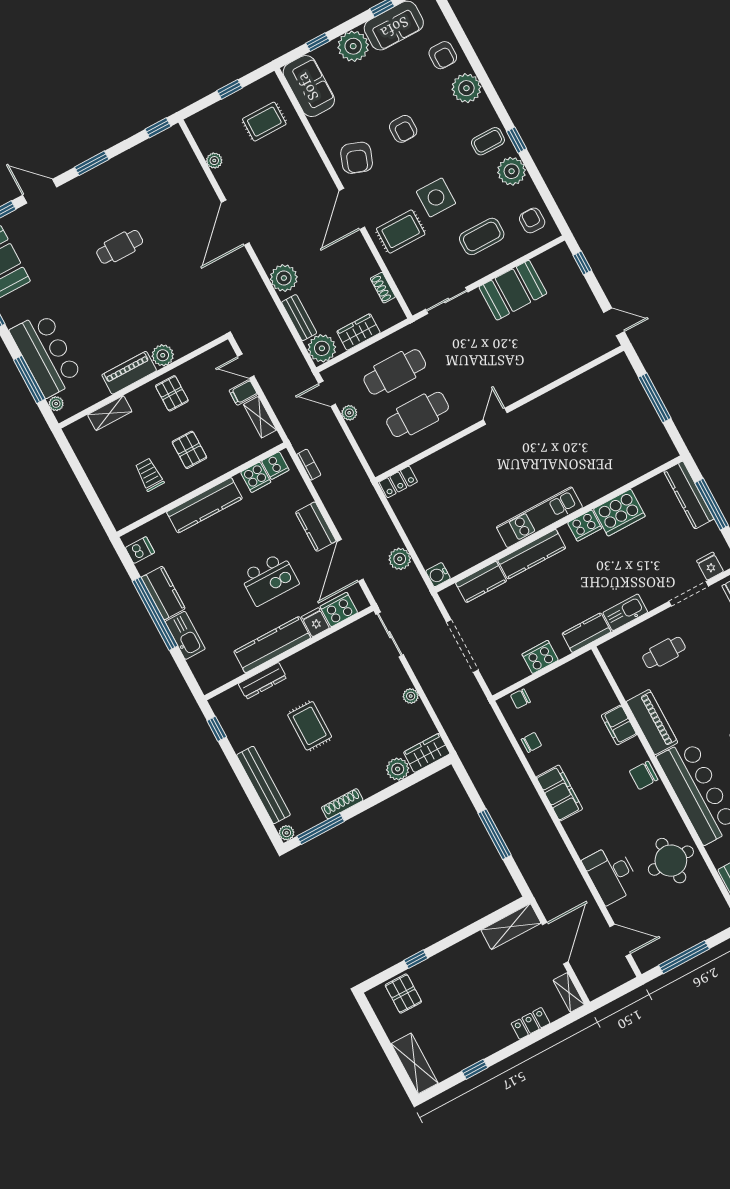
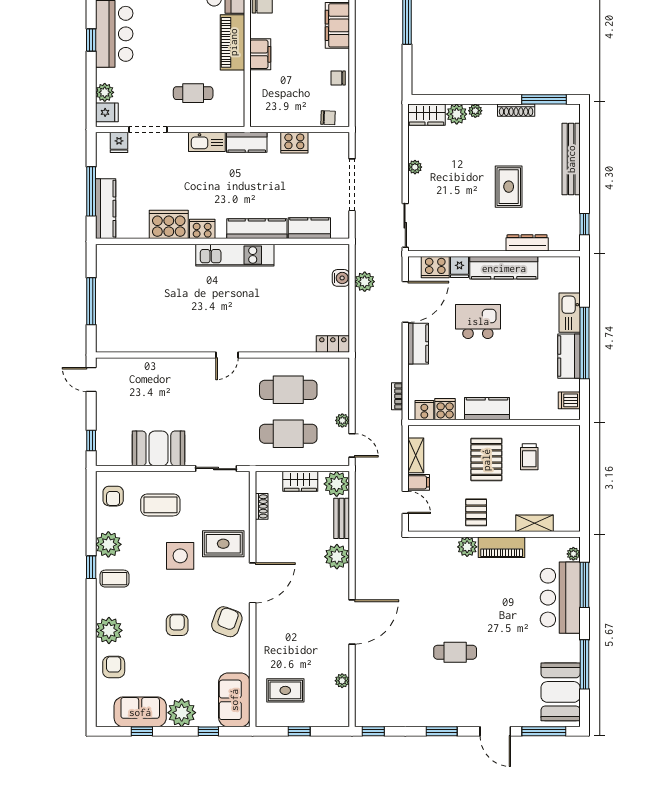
pallet: (189, 450) -> (486, 460), width x1.50, depth x1.42
kitchen counter: (204, 505) -> (487, 409), width x0.67
water cooler: (438, 575) -> (341, 278), moved
plant: (287, 833) -> (475, 111), moved

